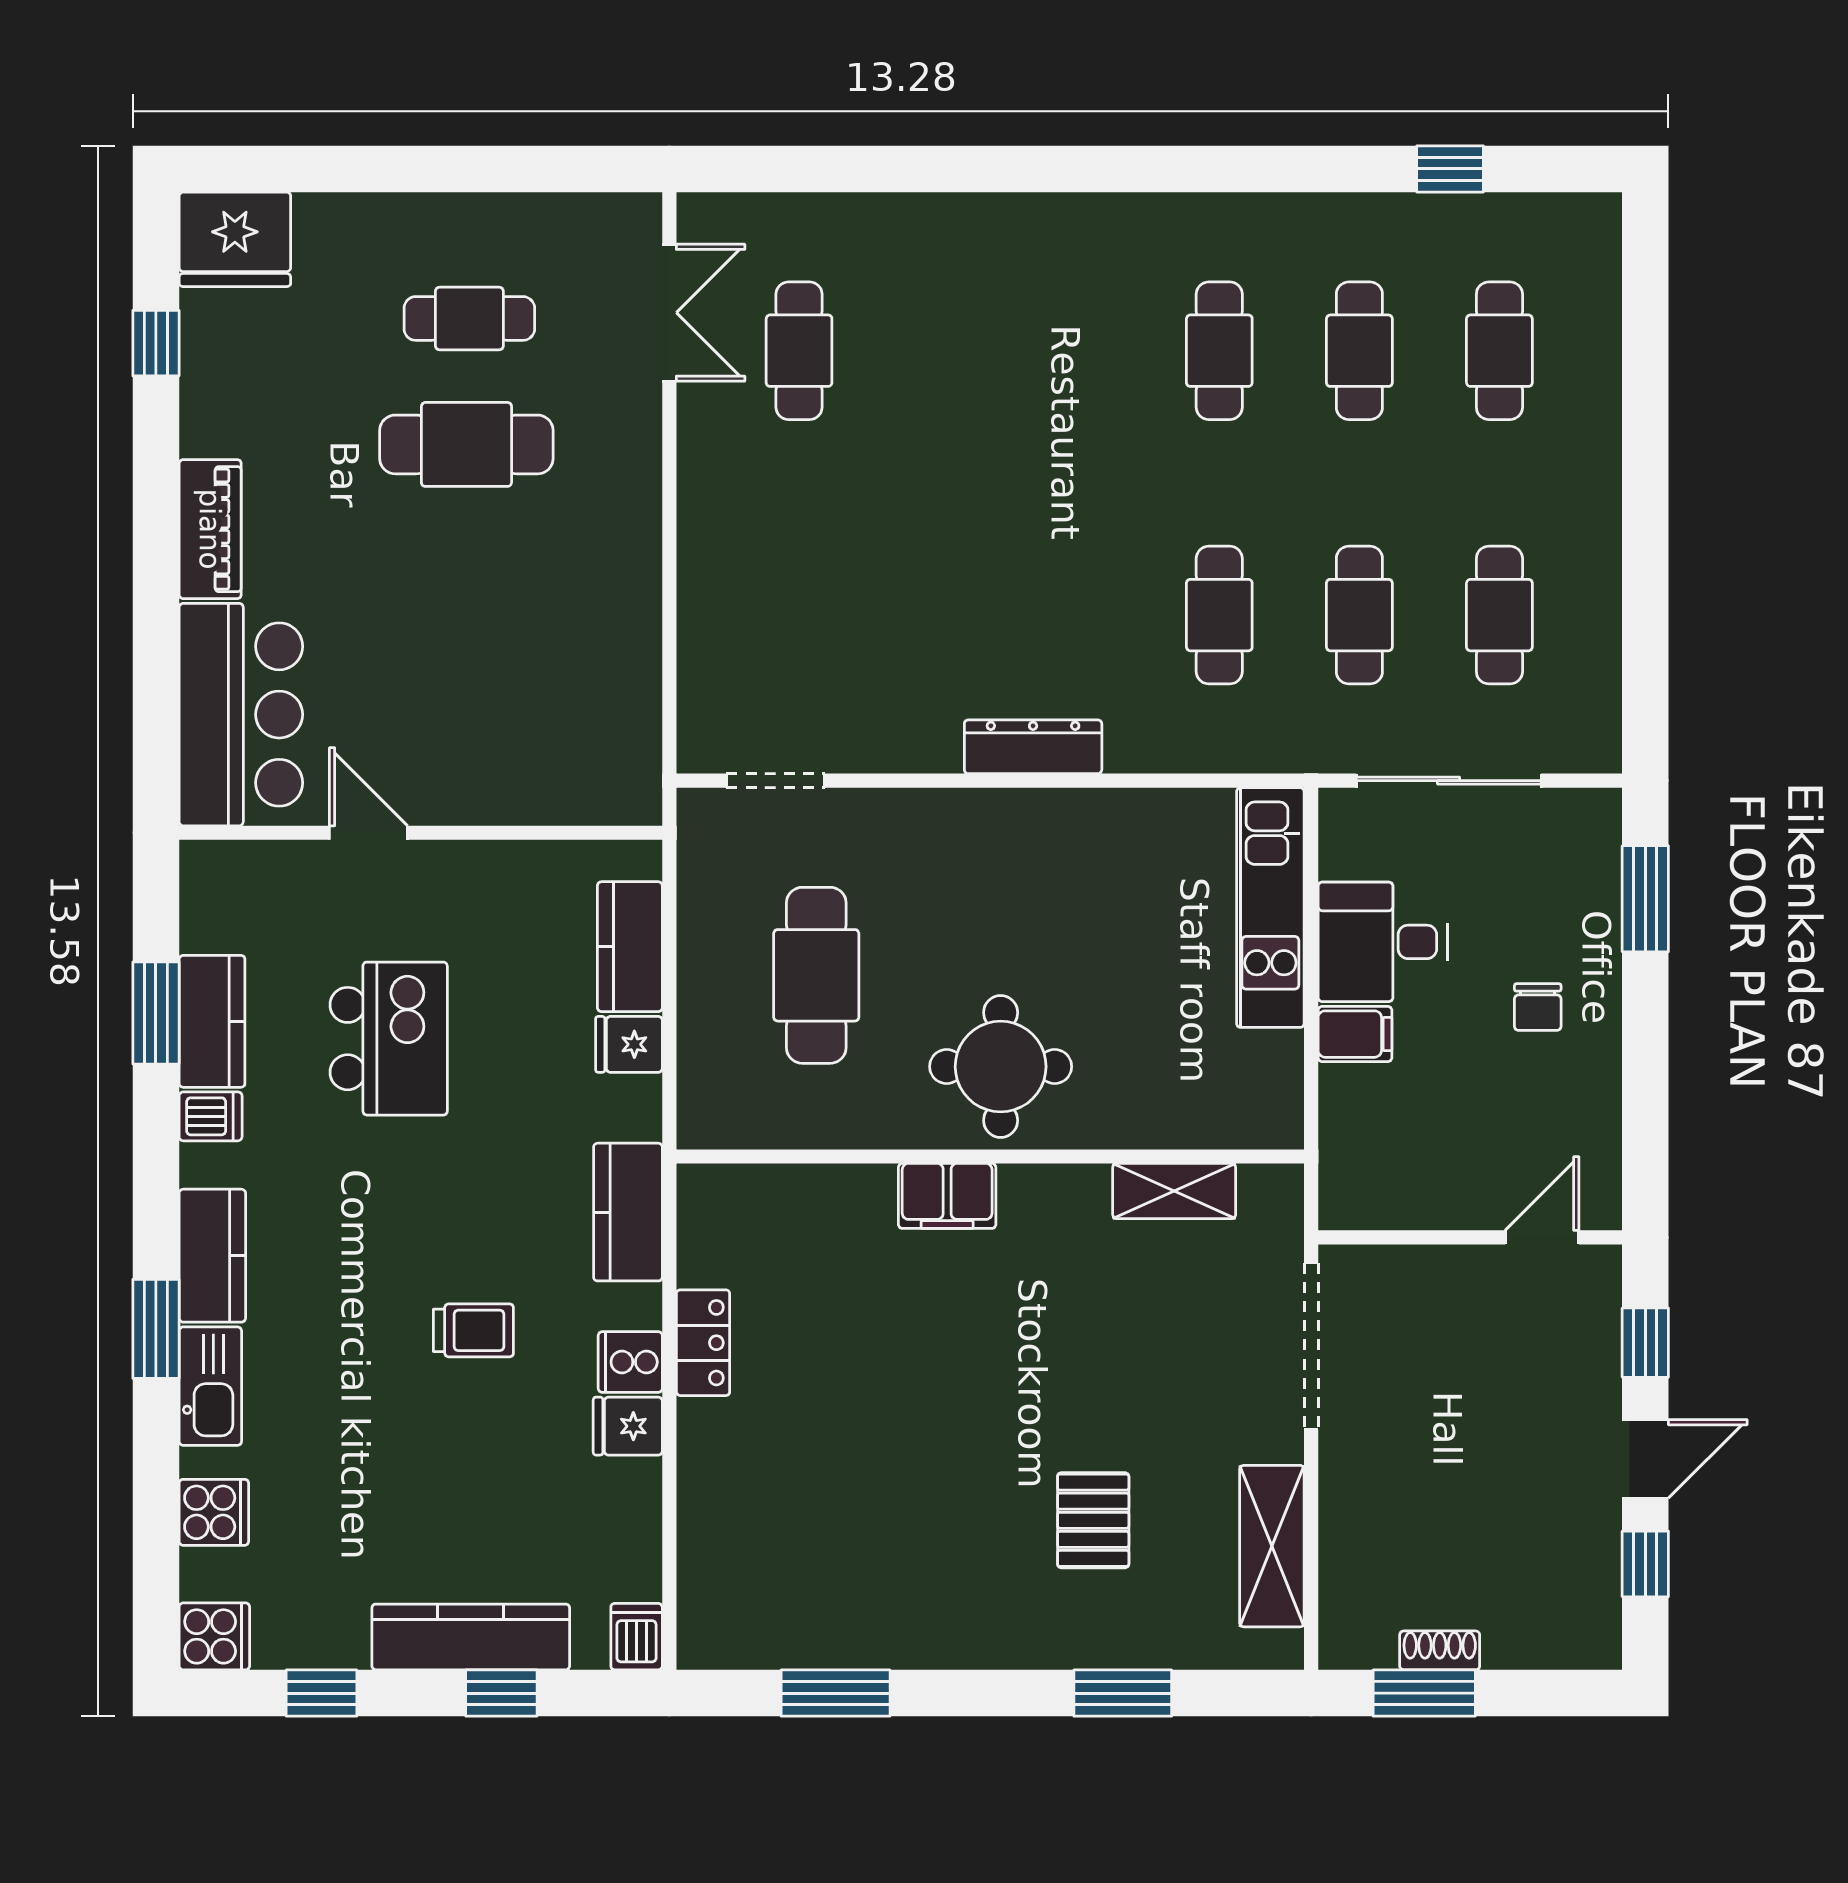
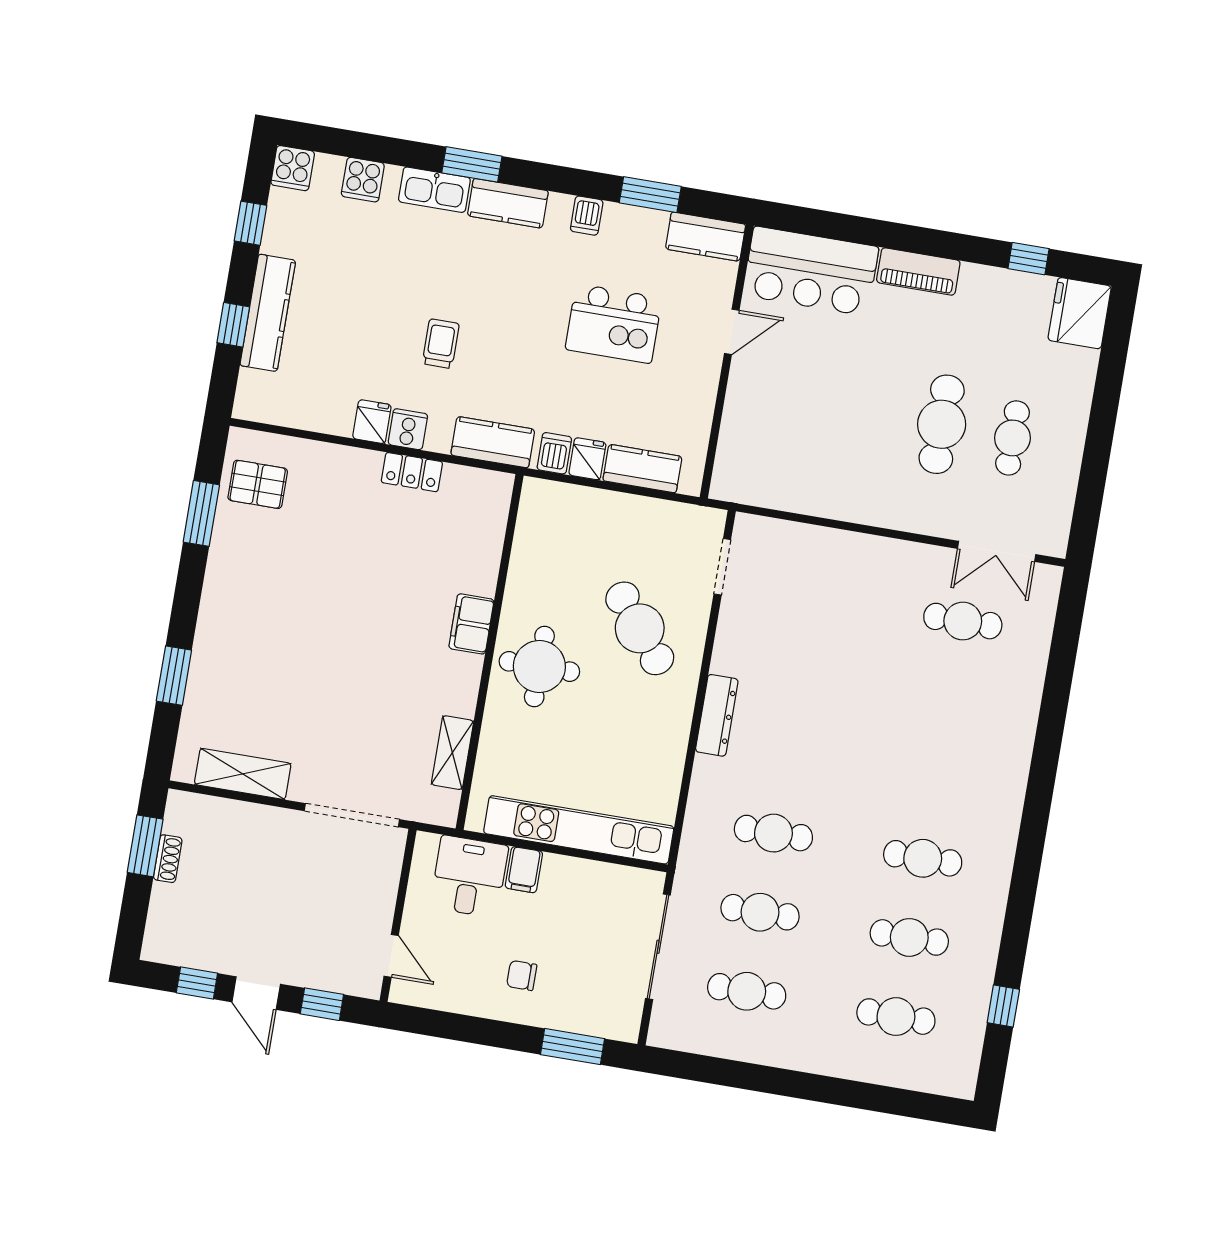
kitchen unit: (1270, 908) -> (579, 830), width x1.36
desk: (1383, 942) -> (469, 876), moved
cafe table: (816, 975) -> (640, 628), moved, turned 51
kitchen counter: (212, 1021) -> (706, 237), moved
trolley: (473, 1330) -> (441, 344), turned 180
pallet: (1093, 1520) -> (258, 484), moved
dishwasher: (637, 1637) -> (554, 453), moved, turned -90

